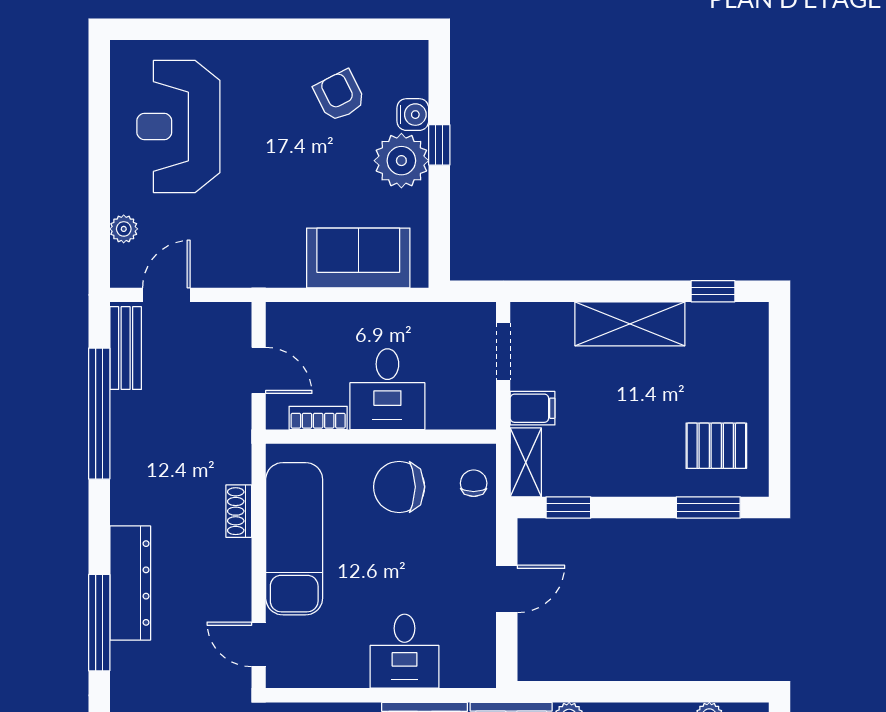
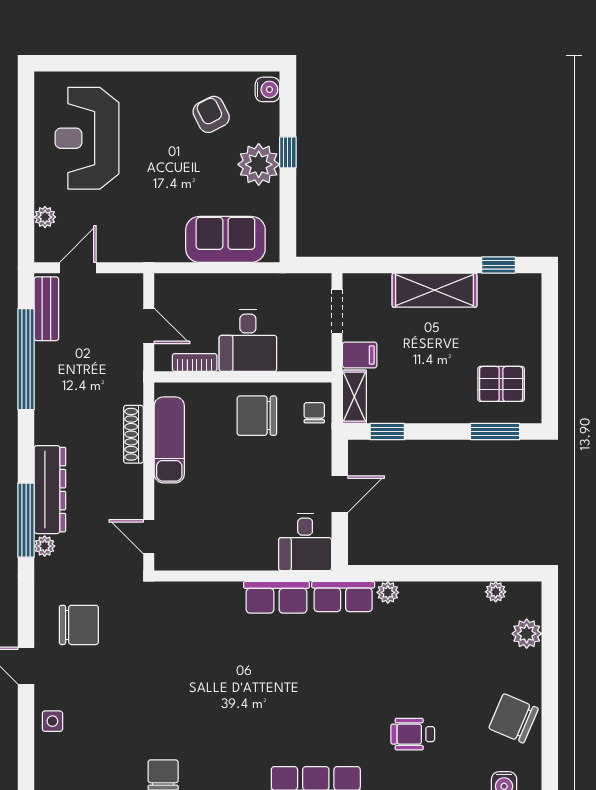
water cooler: (413, 115) -> (267, 89), moved
shoe rack: (239, 511) -> (133, 434), width x1.43
exam couch: (294, 539) -> (169, 440), width x0.73, depth x0.69
desk: (405, 651) -> (305, 542), moved
plant: (123, 656) -> (45, 546), added

